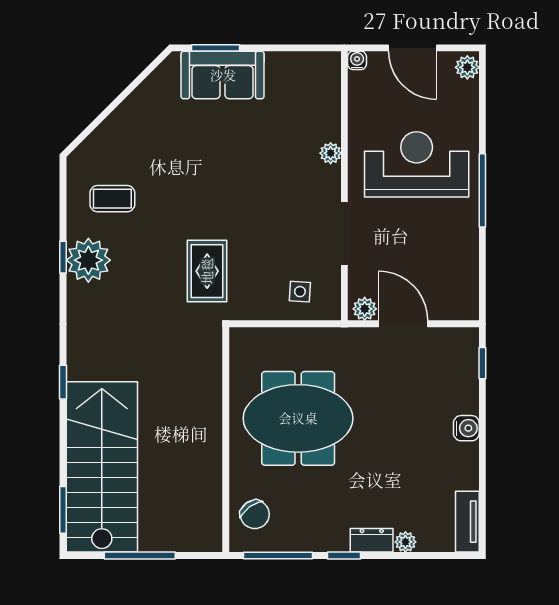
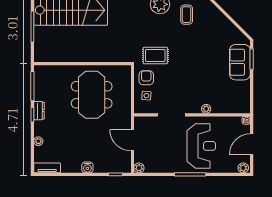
armchair: (258, 292) -> (146, 78), added
plant: (365, 309) -> (139, 168), moved
door: (403, 324) -> (133, 140), swing flipped
chair: (255, 514) -> (50, 76), removed
dresser: (372, 540) -> (39, 111), moved

